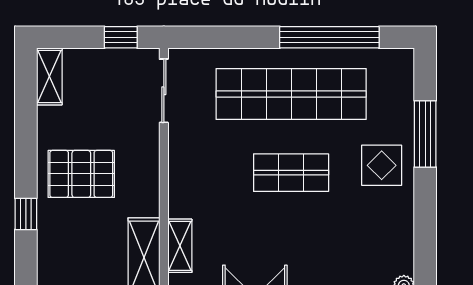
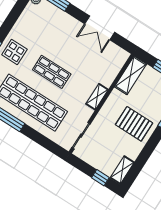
window: (121, 37) -> (100, 178), moved
shelving: (180, 246) -> (97, 97), moved

